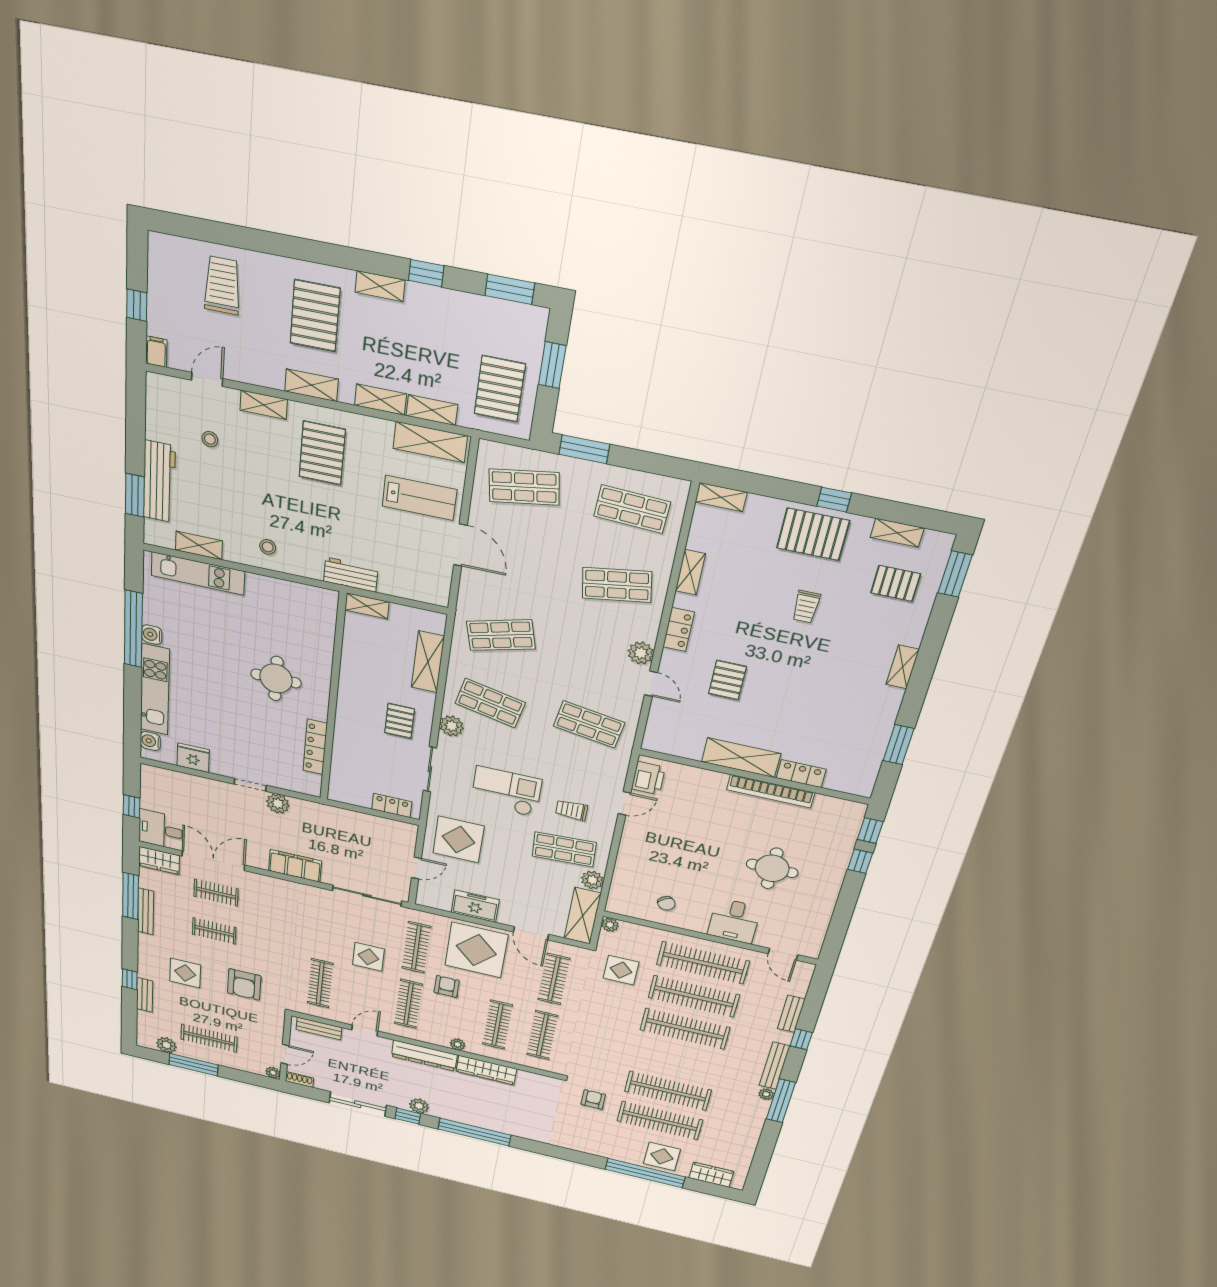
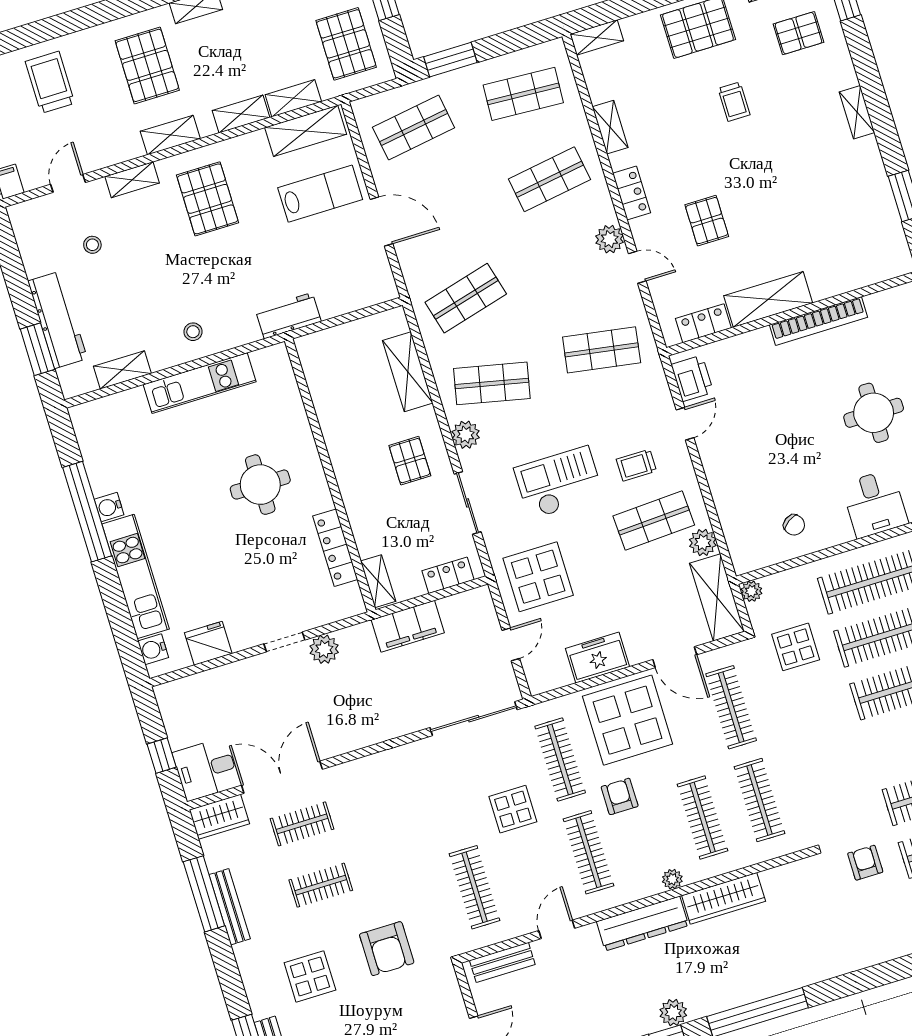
kitchen unit: (198, 573) -> (200, 383), moved
shelving: (367, 606) -> (378, 581), moved, turned 90
locker: (801, 774) -> (703, 323), moved
filing cabinet: (295, 866) -> (408, 626), moved, turned 180

